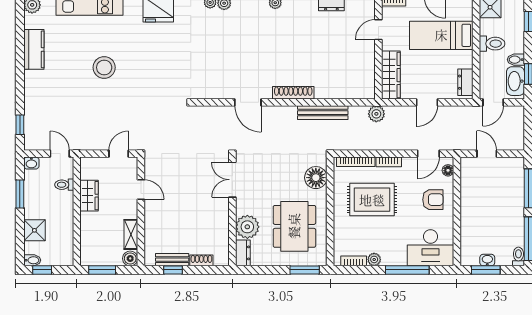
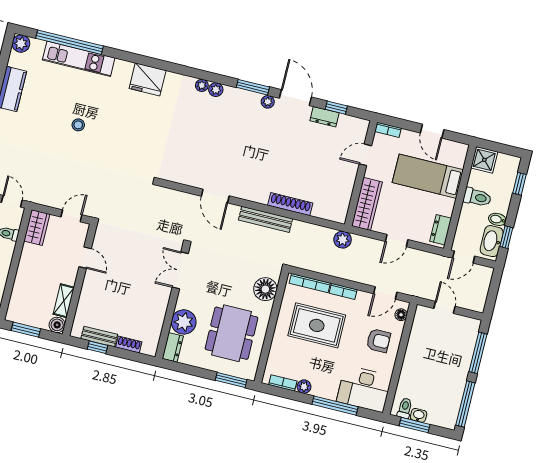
stool: (104, 67) -> (78, 125), width x0.53, depth x0.53
shoe rack: (293, 93) -> (290, 204), moved
bench: (323, 113) -> (266, 219), moved
wardrobe: (89, 196) -> (37, 228), moved
toilet: (518, 256) -> (405, 408), moved

